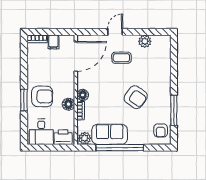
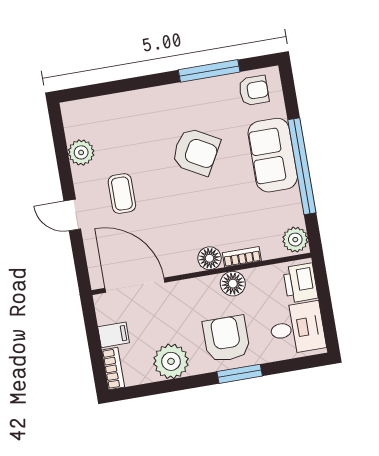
plant: (36, 68) -> (171, 361), added
armchair: (136, 97) -> (196, 152), turned 83
sofa: (110, 134) -> (273, 155), moved

